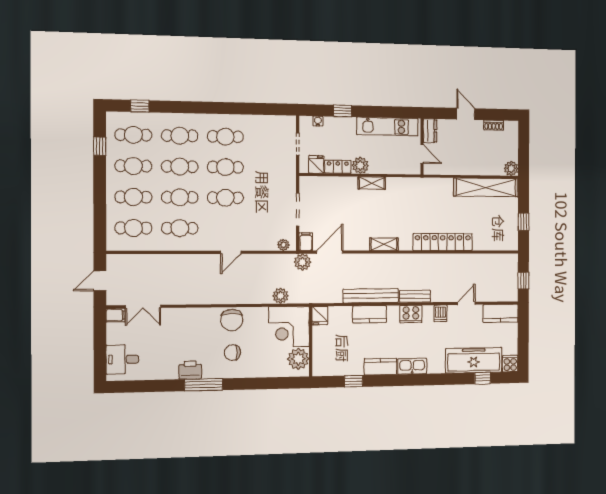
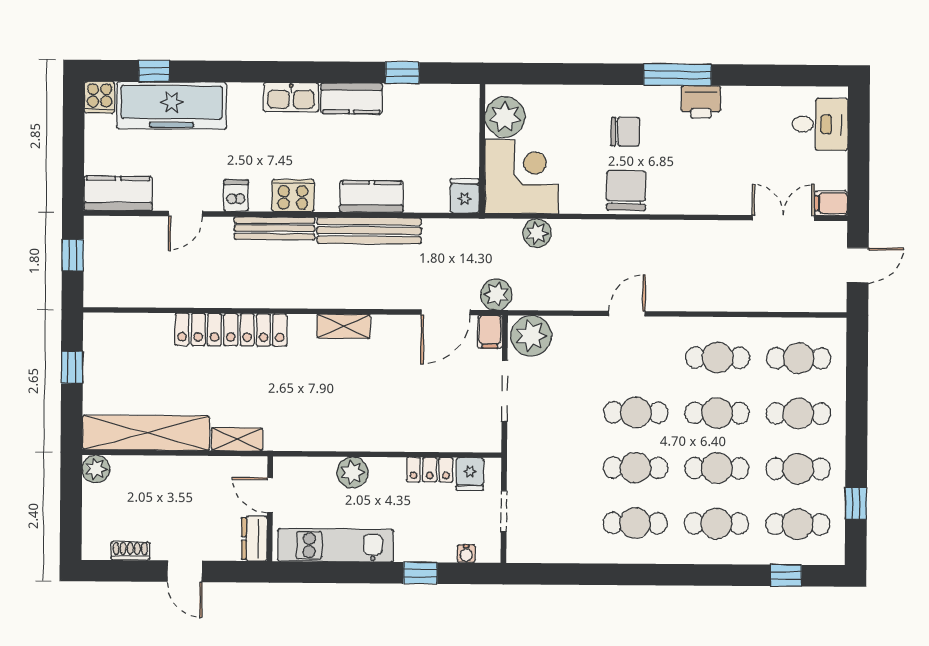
plant: (360, 165) -> (352, 472), moved
shelving: (372, 183) -> (237, 439), moved
plant: (283, 245) -> (531, 336), width x1.88, depth x1.88
bench: (415, 296) -> (274, 228), width x1.36

